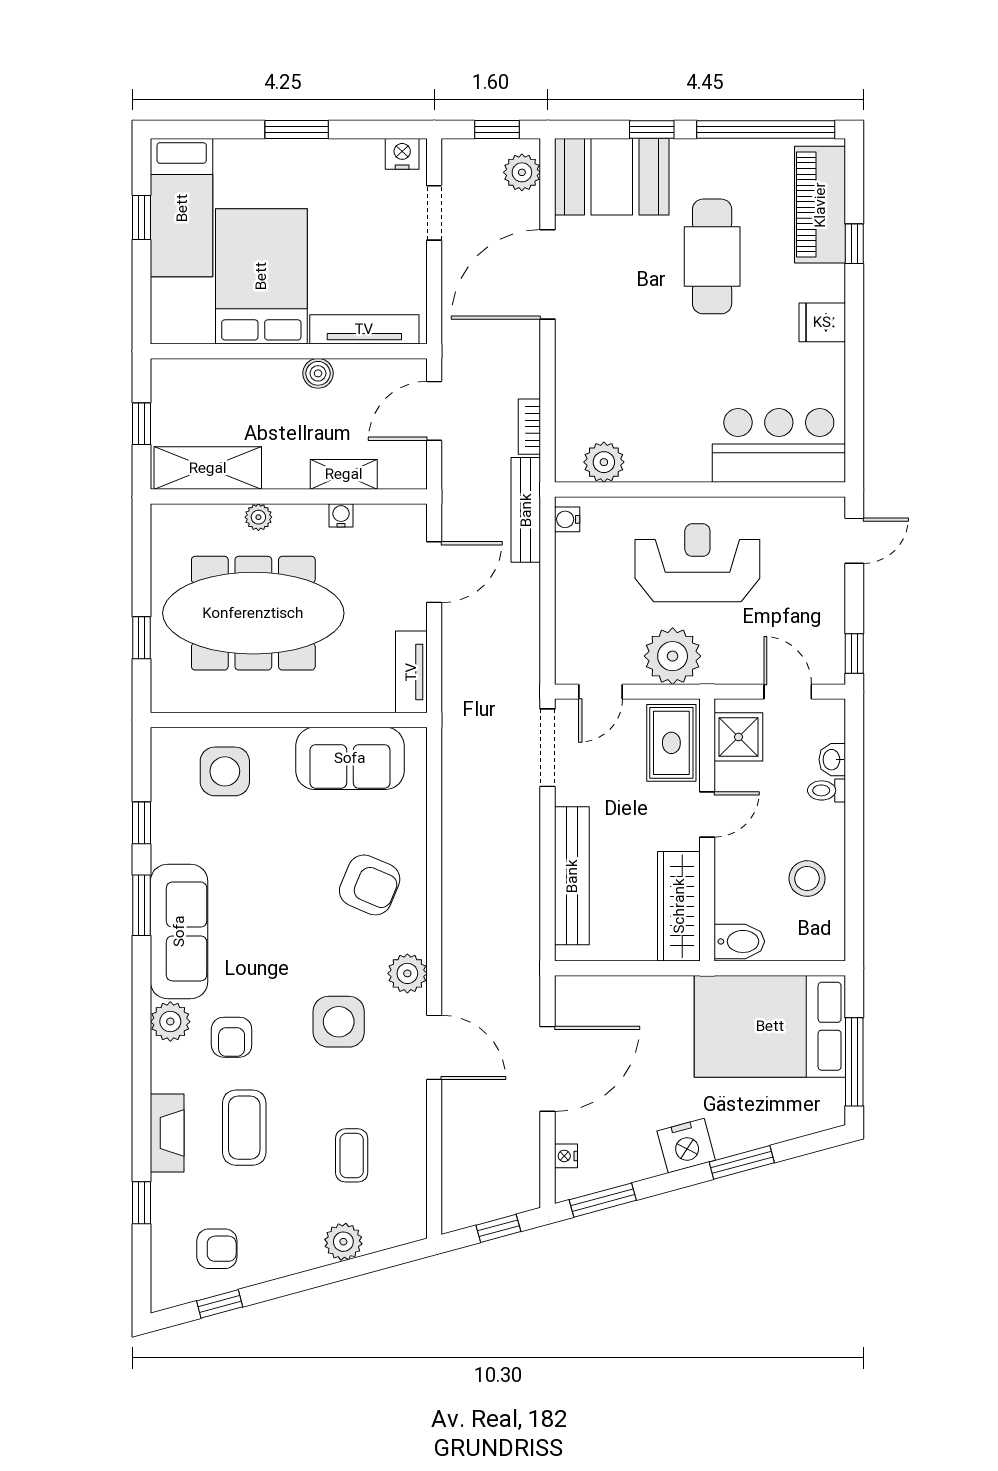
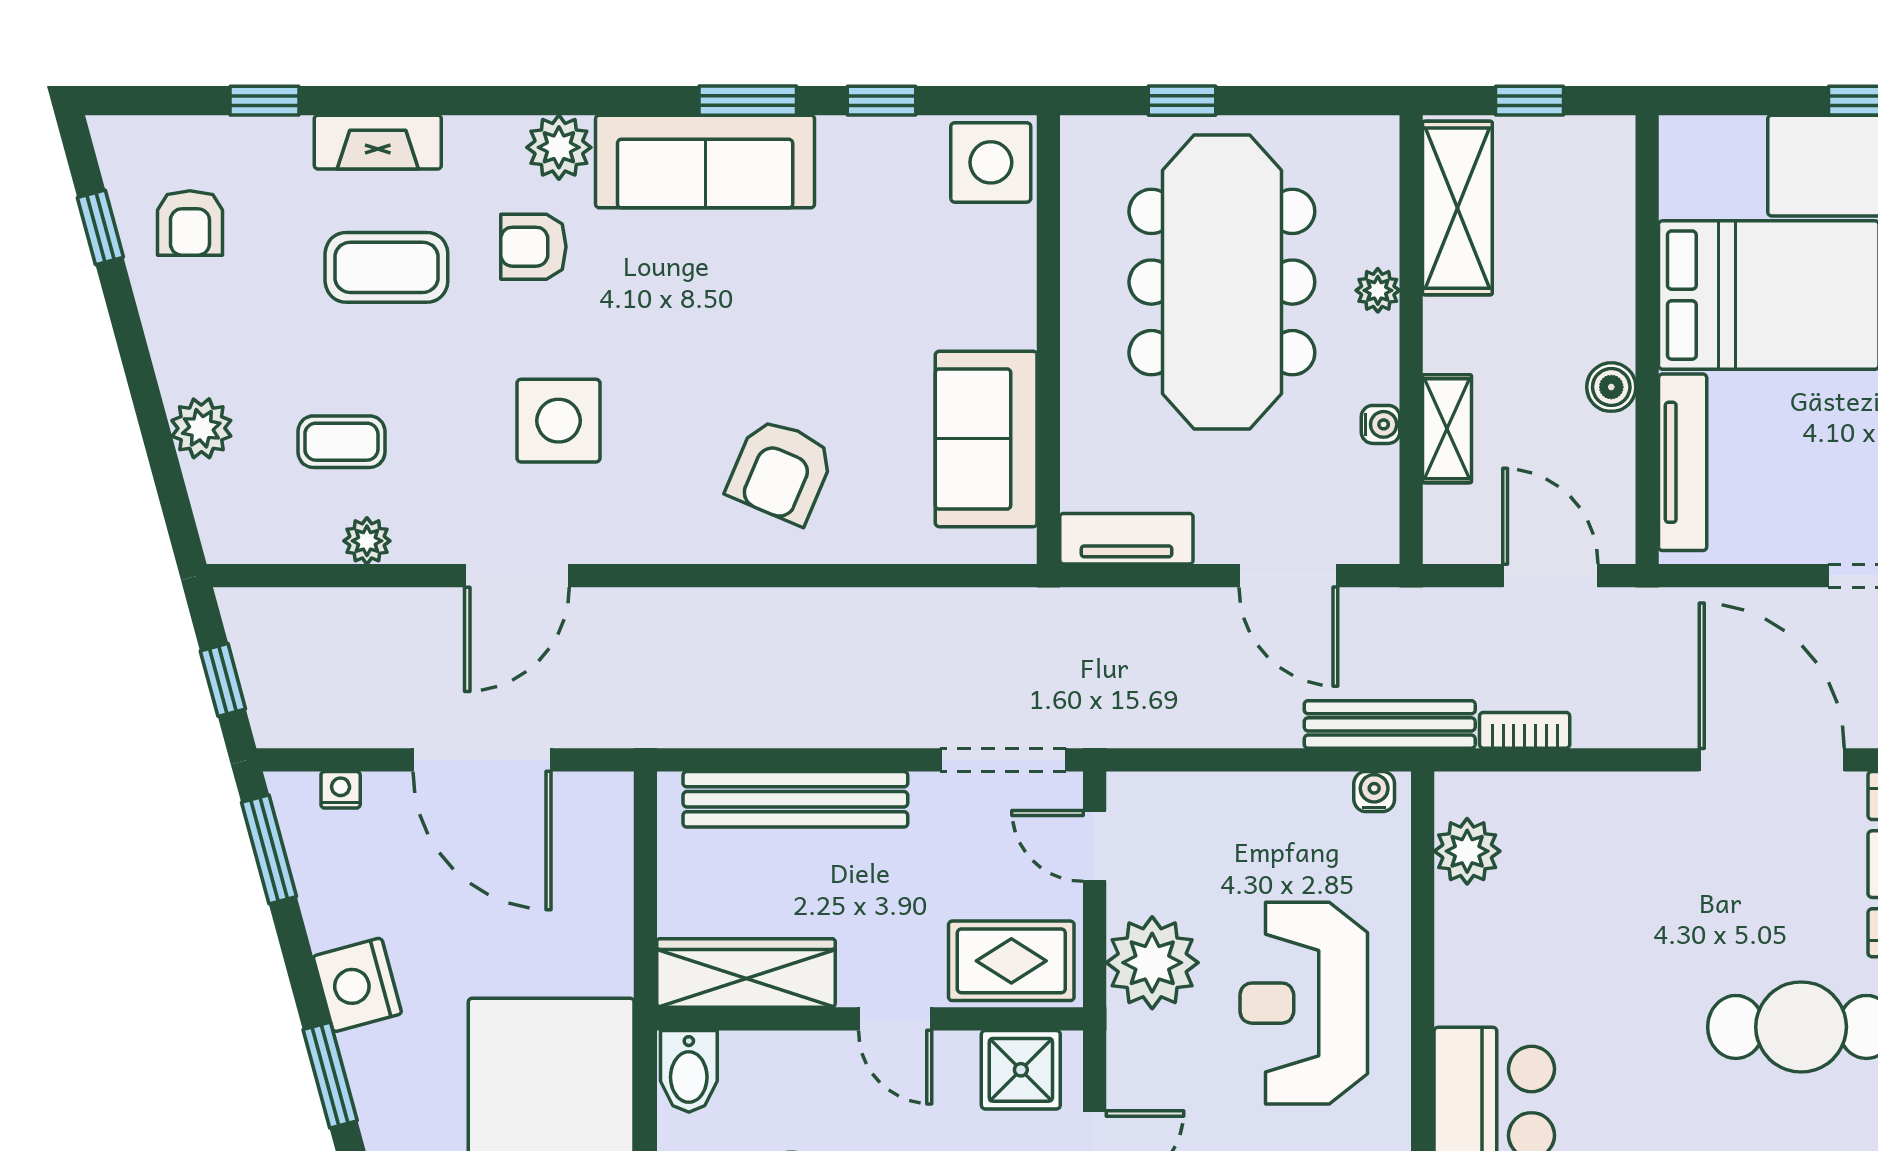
reception desk: (697, 563) -> (1304, 1003), turned 180
side table: (225, 771) -> (991, 162), moved
plant: (407, 973) -> (367, 541), moved, width x0.73, depth x0.73

